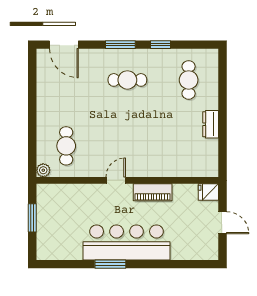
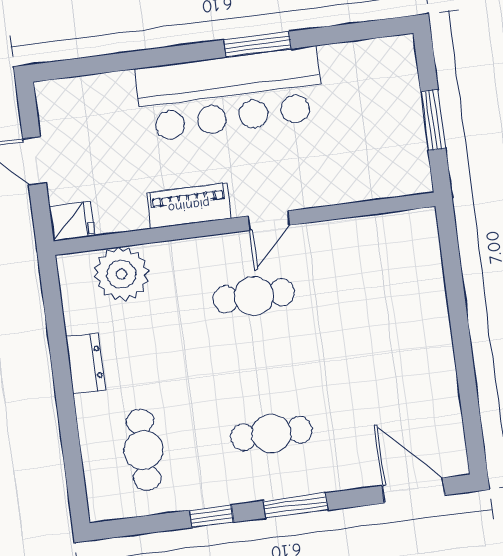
cafe table: (66, 146) -> (254, 296), moved, turned 90
plant: (43, 170) -> (121, 274), moved, width x1.88, depth x1.88

